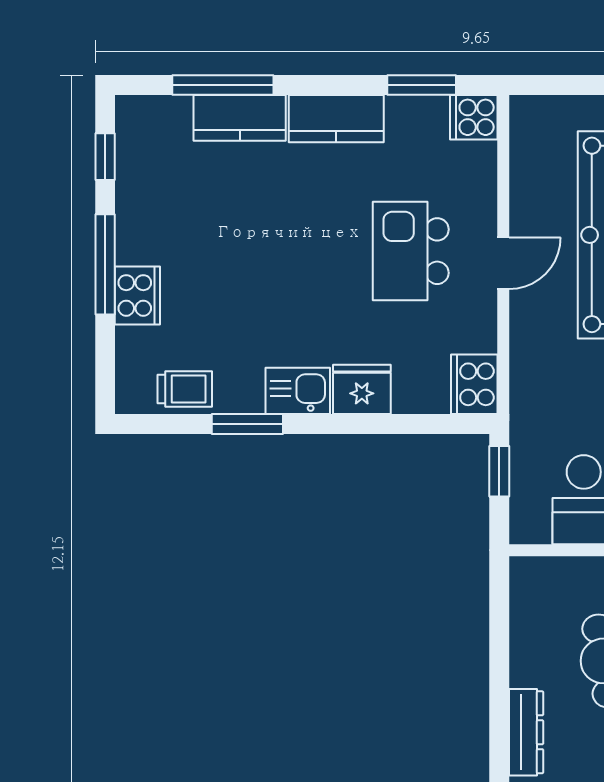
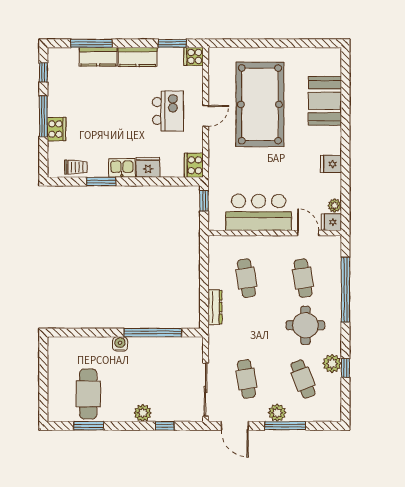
kitchen island: (411, 251) -> (168, 111), turned 180

